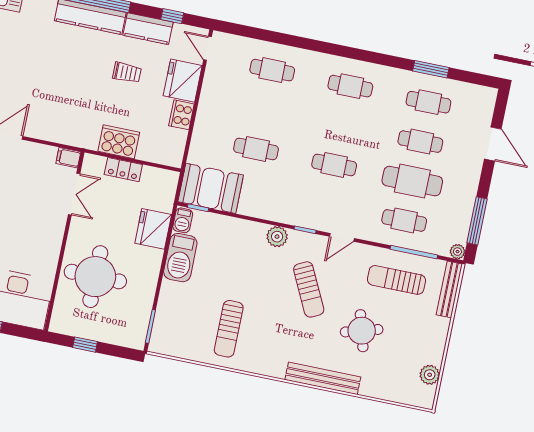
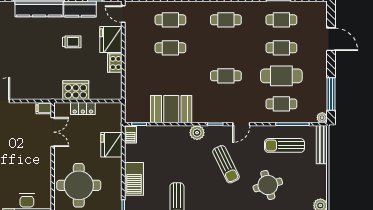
cafe table: (256, 149) -> (170, 48), moved
booth: (211, 188) -> (171, 109), moved
barbecue: (180, 258) -> (134, 179), moved

